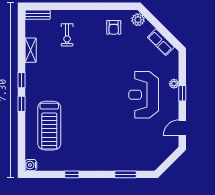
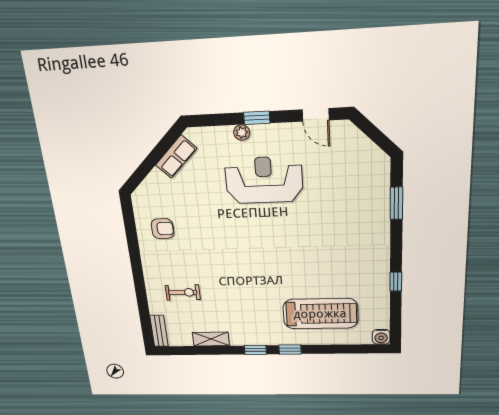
plant: (138, 20) -> (145, 193), removed
reception desk: (144, 95) -> (264, 180), turned 180

